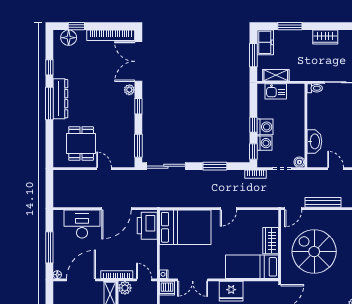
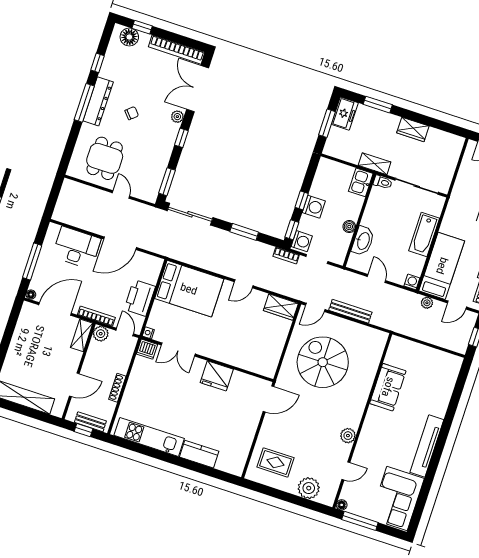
shelving: (276, 75) -> (375, 164), moved
kitchen sink: (276, 91) -> (361, 182), moved, turned 90
chair: (91, 99) -> (132, 113), added
washing machine: (264, 143) -> (302, 241), moved
boiler: (299, 162) -> (349, 227), moved
printer: (147, 226) -> (140, 298), moved
wardrobe: (271, 241) -> (281, 307), moved, turned -90
bed: (252, 267) -> (249, 357), removed

